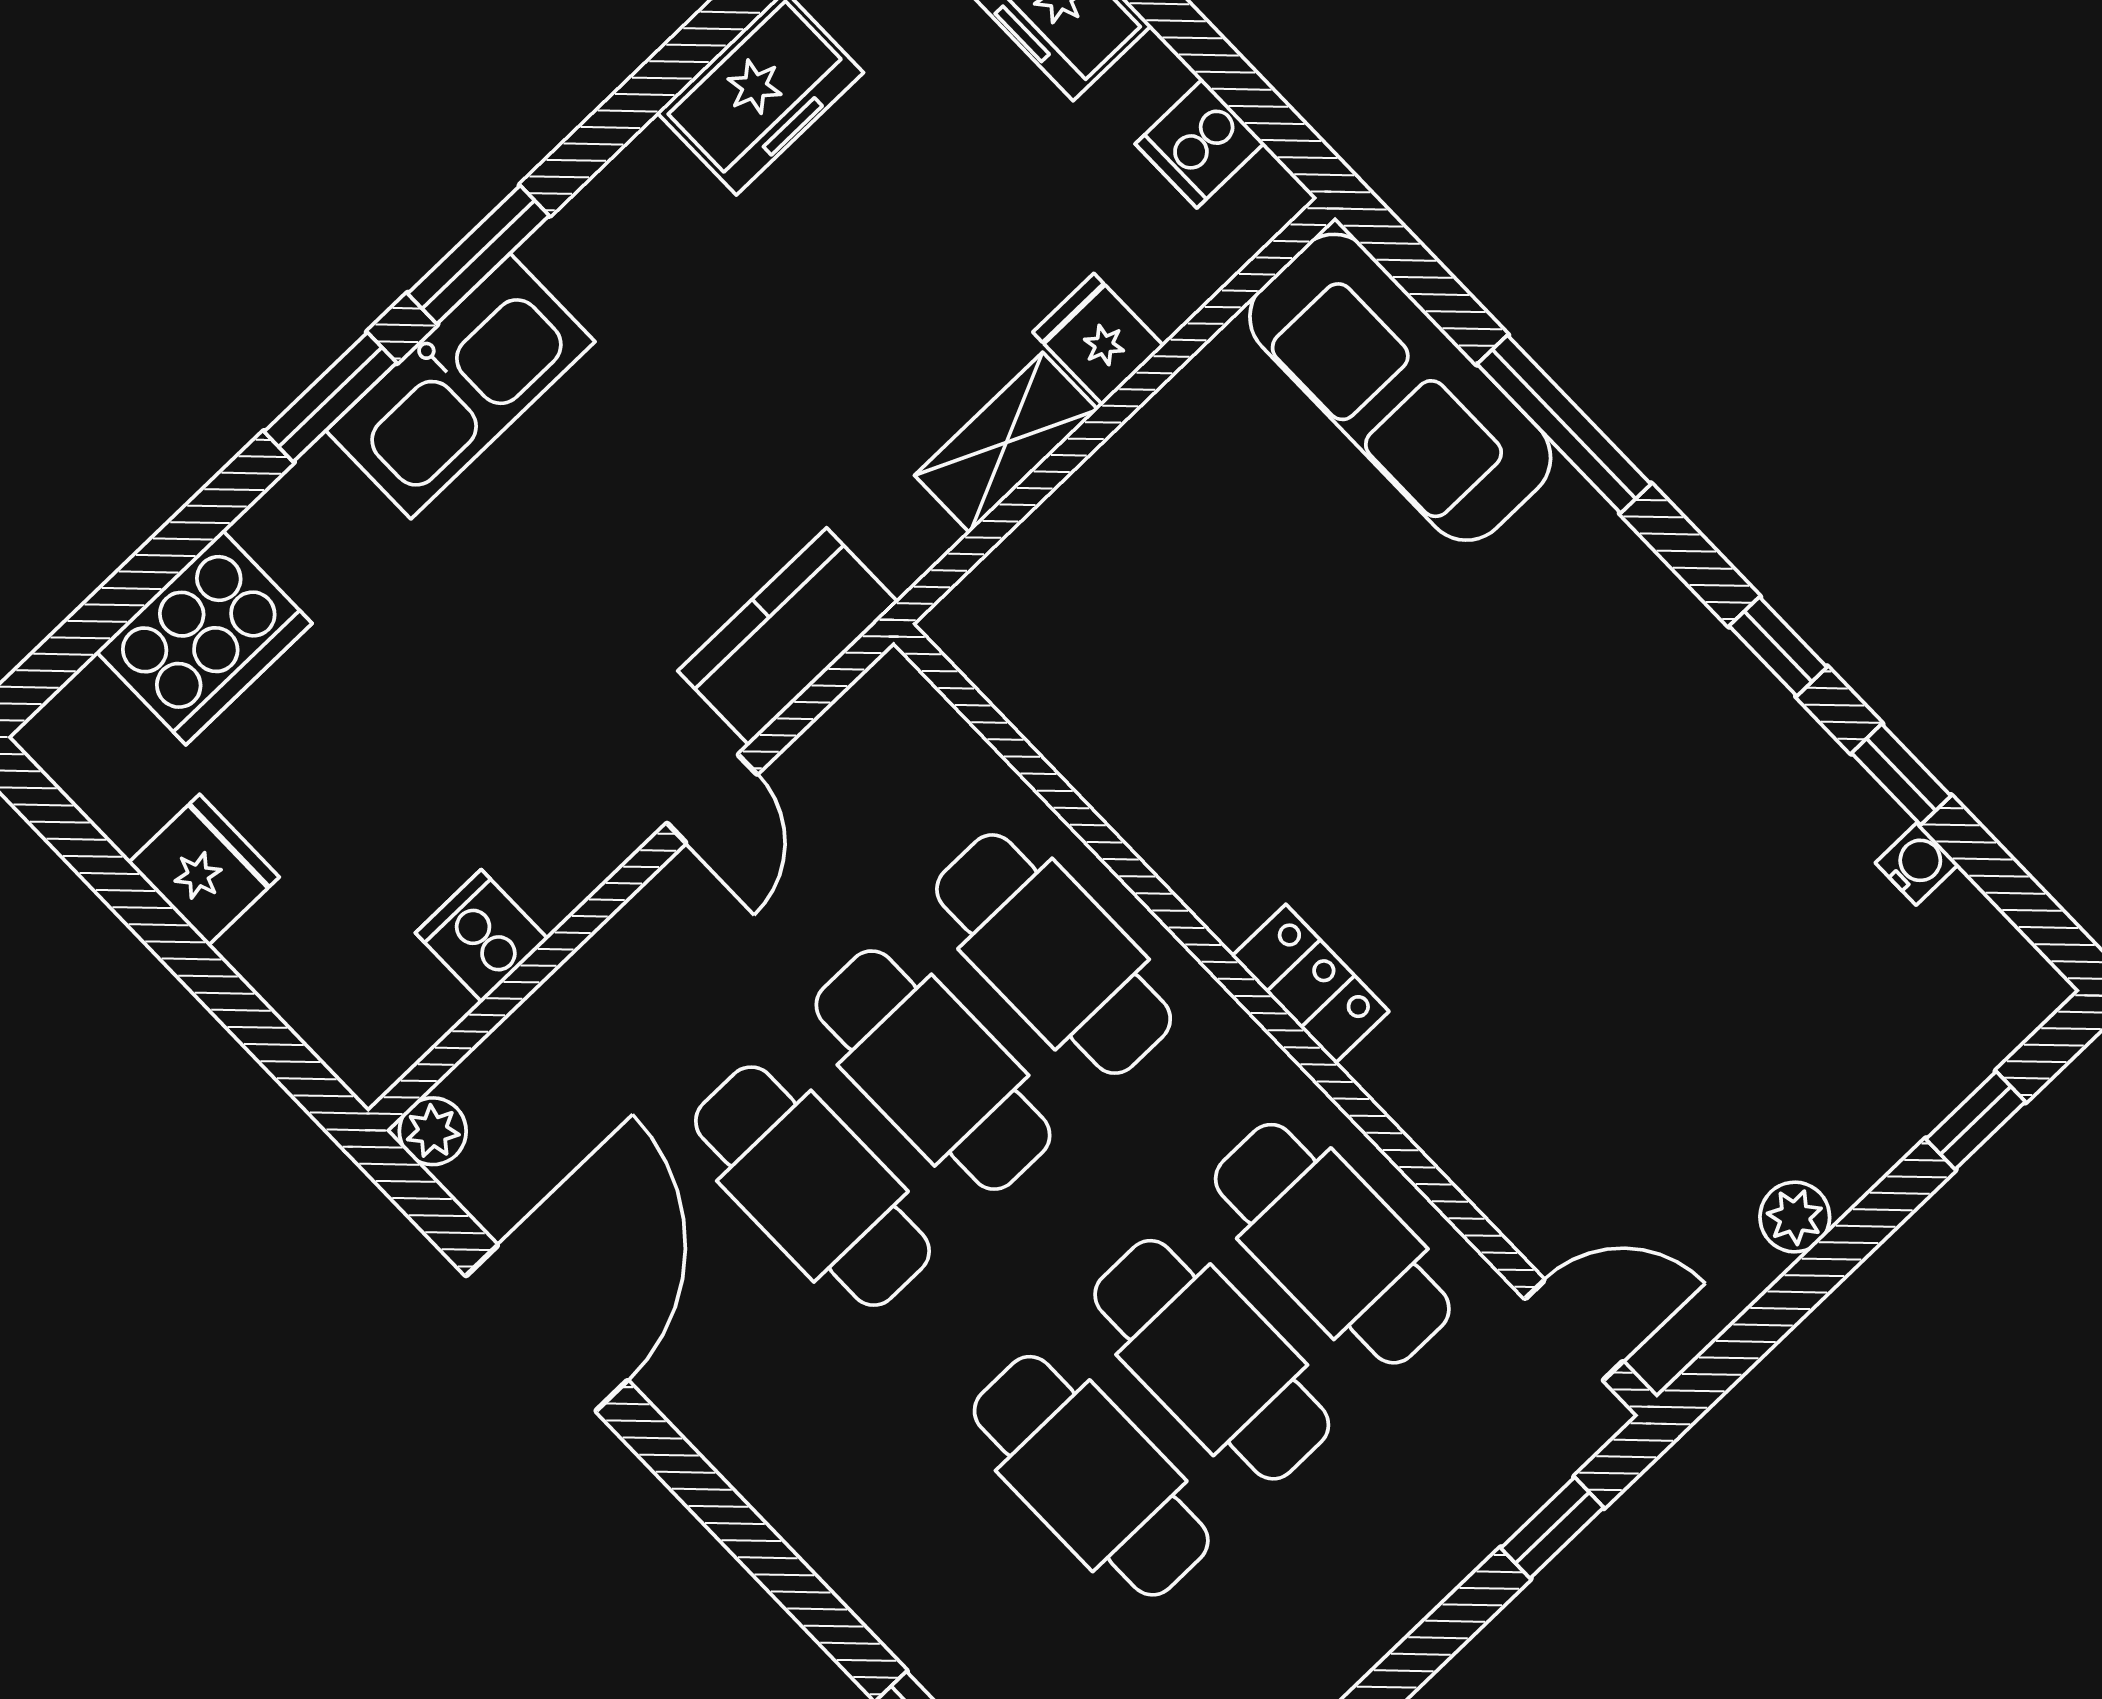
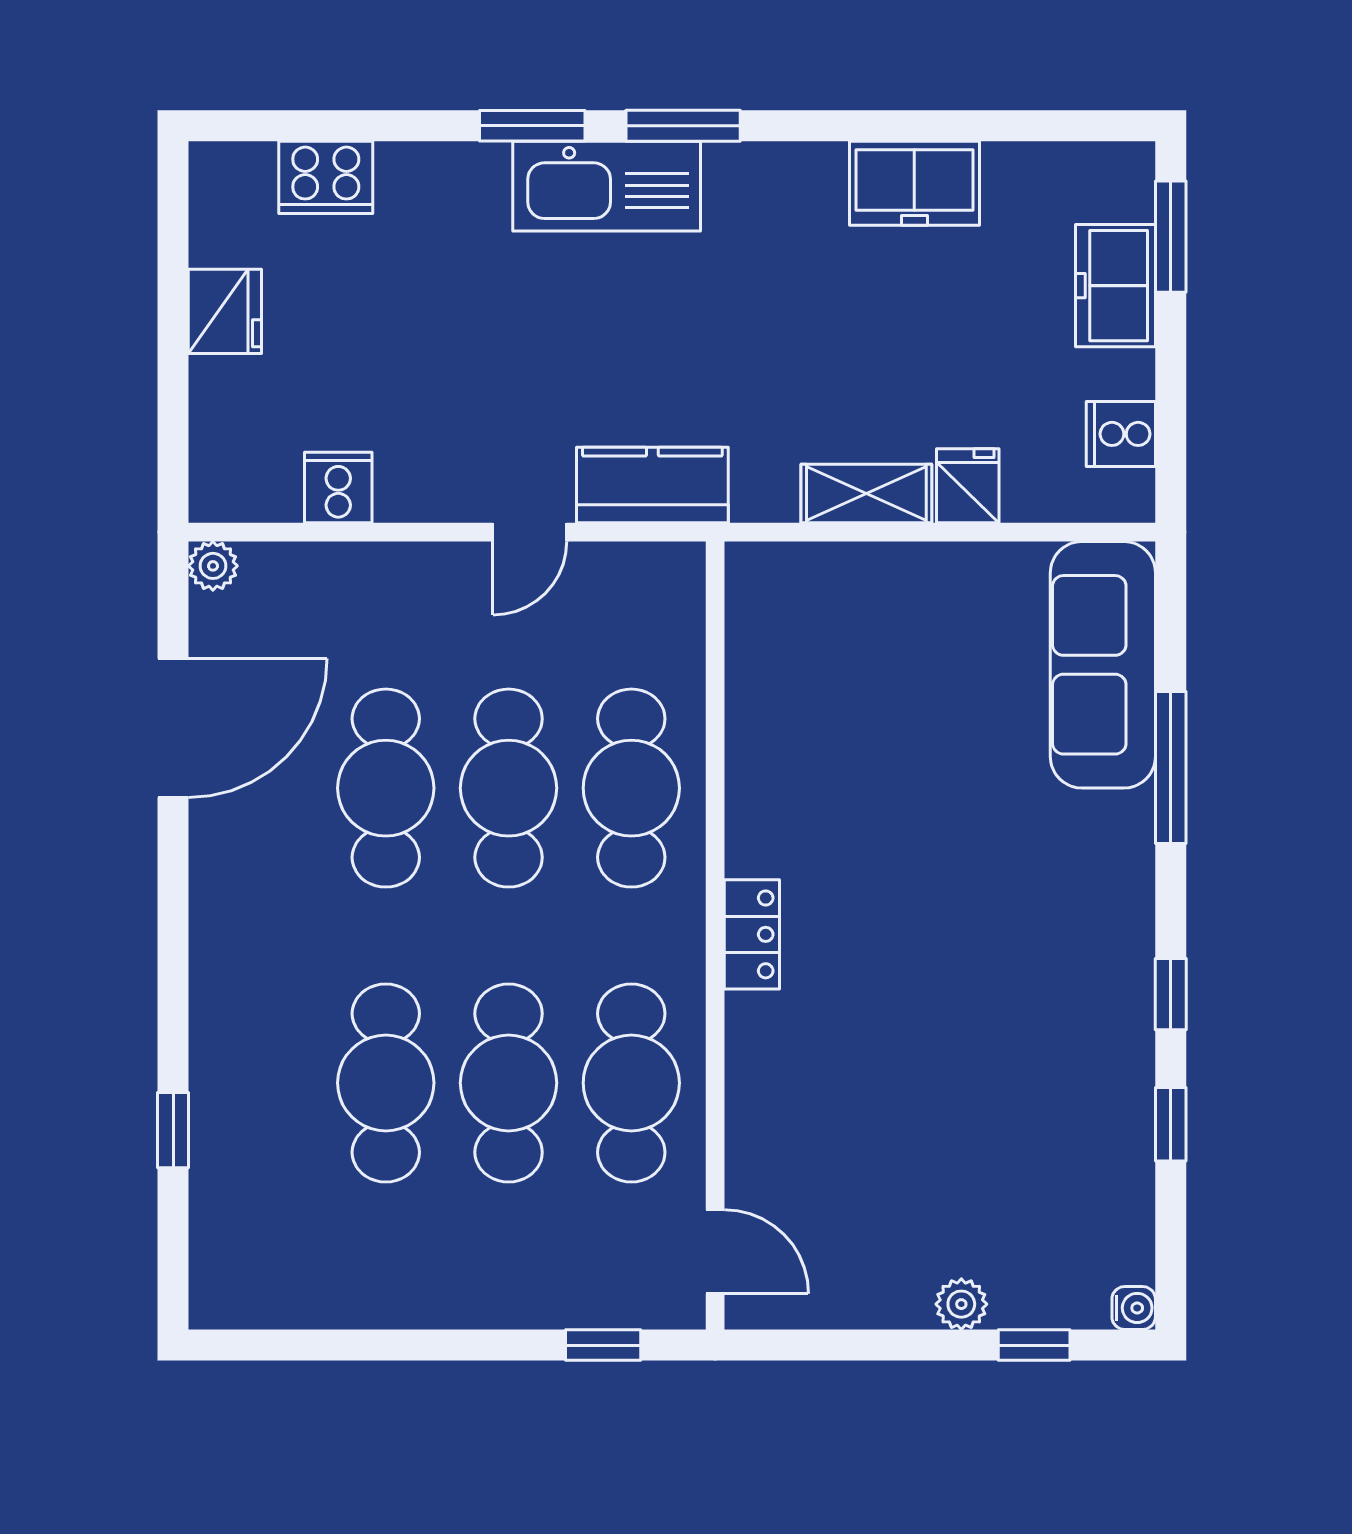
cooker: (204, 638) -> (326, 177), width x0.73, depth x0.76
water cooler: (1917, 864) -> (1134, 1308), moved
plant: (1795, 1217) -> (961, 1304), moved

